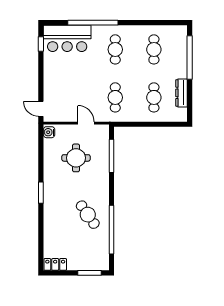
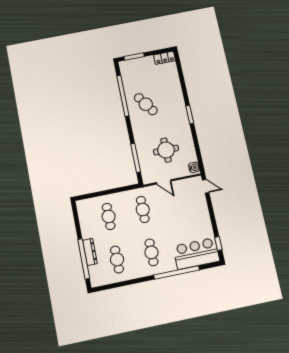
dresser: (182, 93) -> (90, 252), moved

